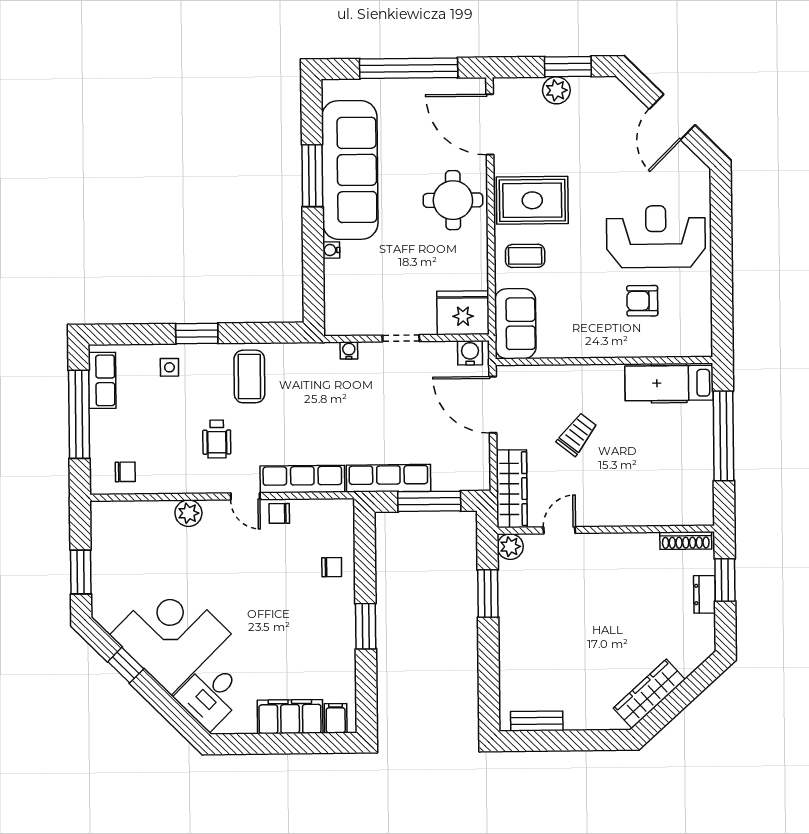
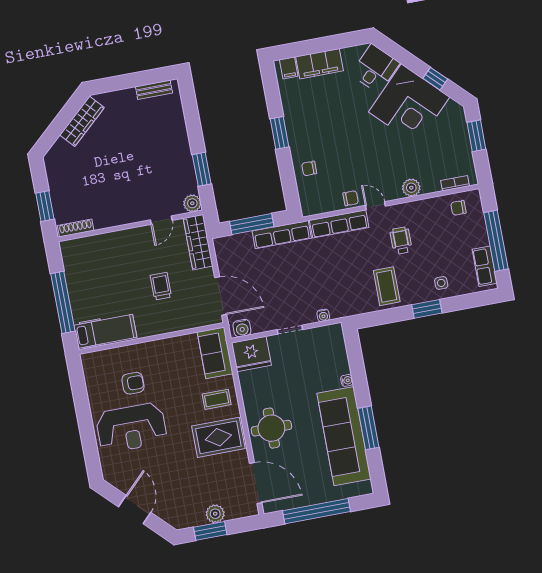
trolley: (577, 434) -> (161, 286), turned 142
bookcase: (124, 508) -> (455, 183), added
dresser: (705, 594) -> (57, 194), removed

